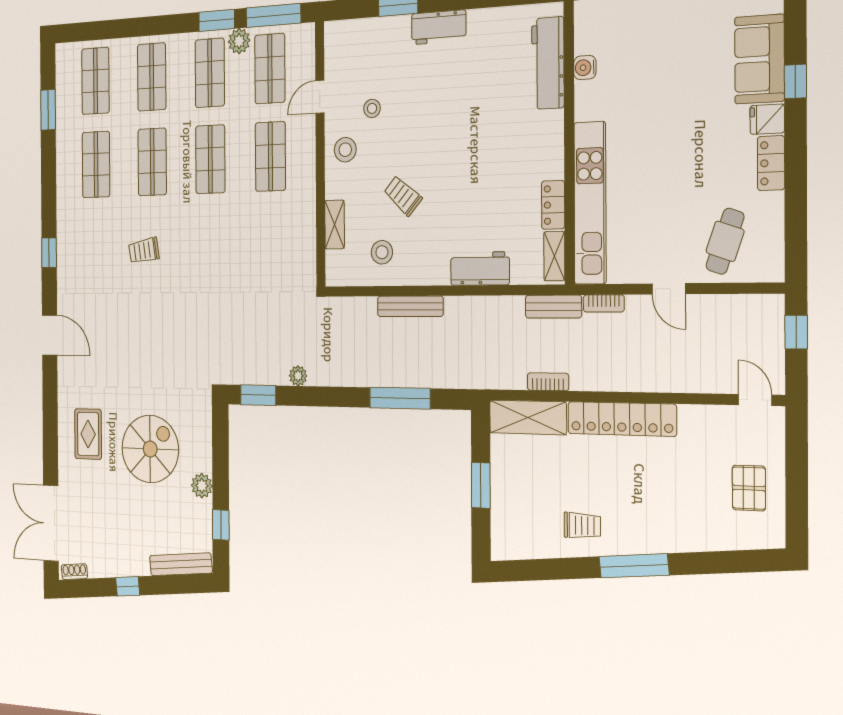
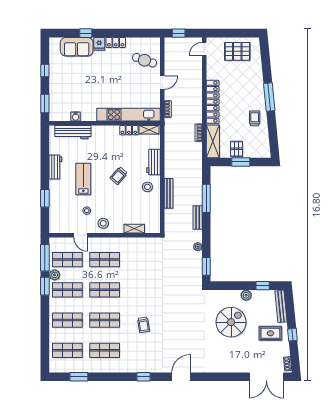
workbench: (439, 27) -> (55, 167), moved
lab bench: (441, 96) -> (83, 179), added
trolley: (403, 196) -> (119, 176), moved
stool: (382, 252) -> (147, 187), moved
bench: (553, 307) -> (198, 217), moved
rug: (88, 434) -> (270, 333), moved
spiral stairs: (150, 449) -> (231, 322), turned 90
pallet: (511, 476) -> (237, 149), added
pallet: (749, 488) -> (237, 51), width x1.50, depth x1.42

